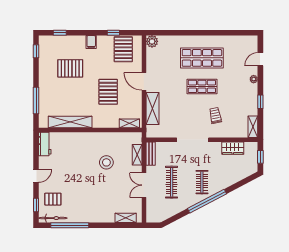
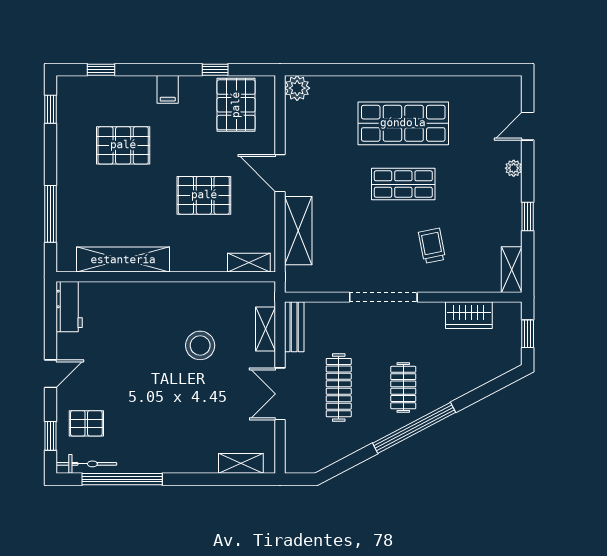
pallet: (108, 92) -> (204, 195), turned 90

